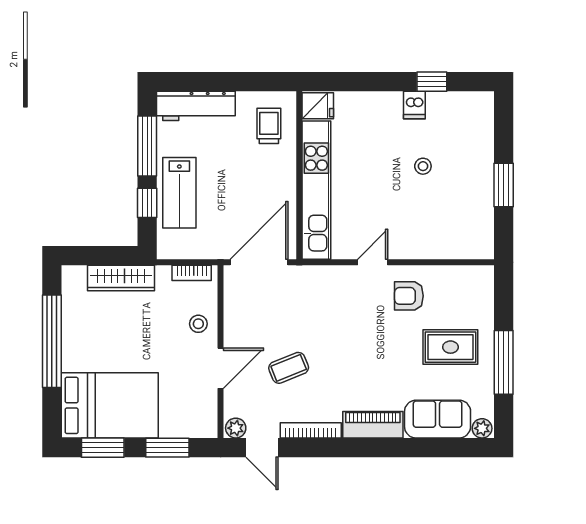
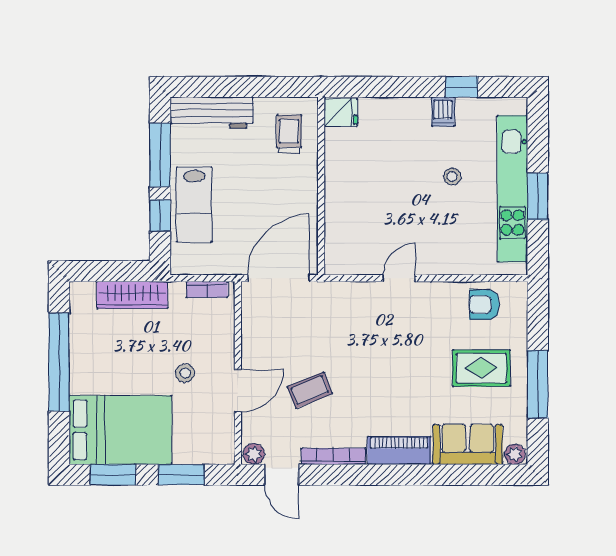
kitchen unit: (316, 190) -> (512, 189), moved, turned 180
armchair: (409, 296) -> (484, 305), moved
stool: (198, 324) -> (185, 373), moved

